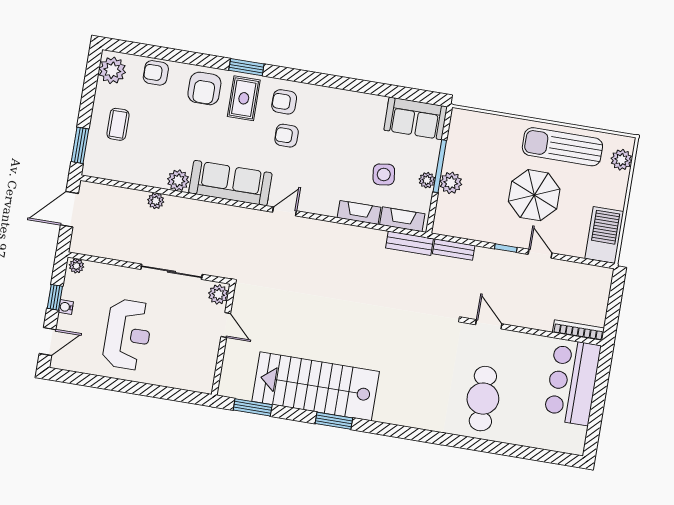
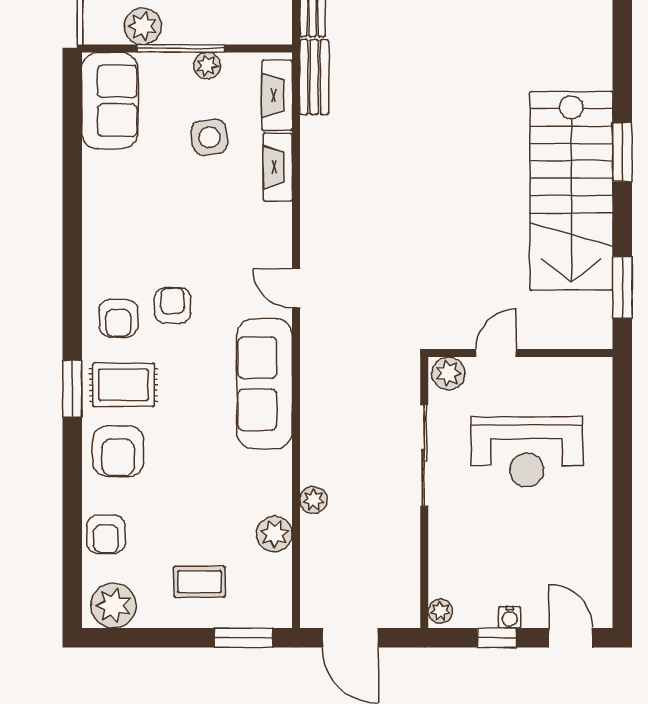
armchair: (204, 88) -> (118, 451), turned 90
armchair: (287, 136) -> (172, 305), turned 180
plant: (178, 180) -> (274, 534), moved
plant: (451, 183) -> (143, 26), moved
reception desk: (128, 335) -> (527, 452), moved, turned 180

